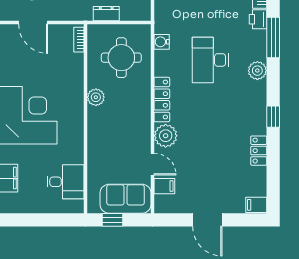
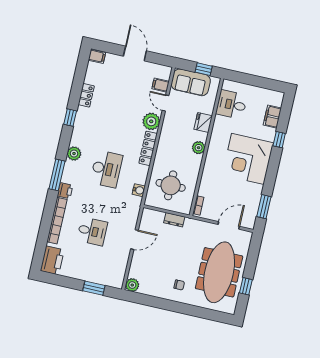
door: (33, 22) -> (229, 225), hinge flipped
plant: (96, 97) -> (199, 148), moved
fridge: (97, 150) -> (203, 122), added

